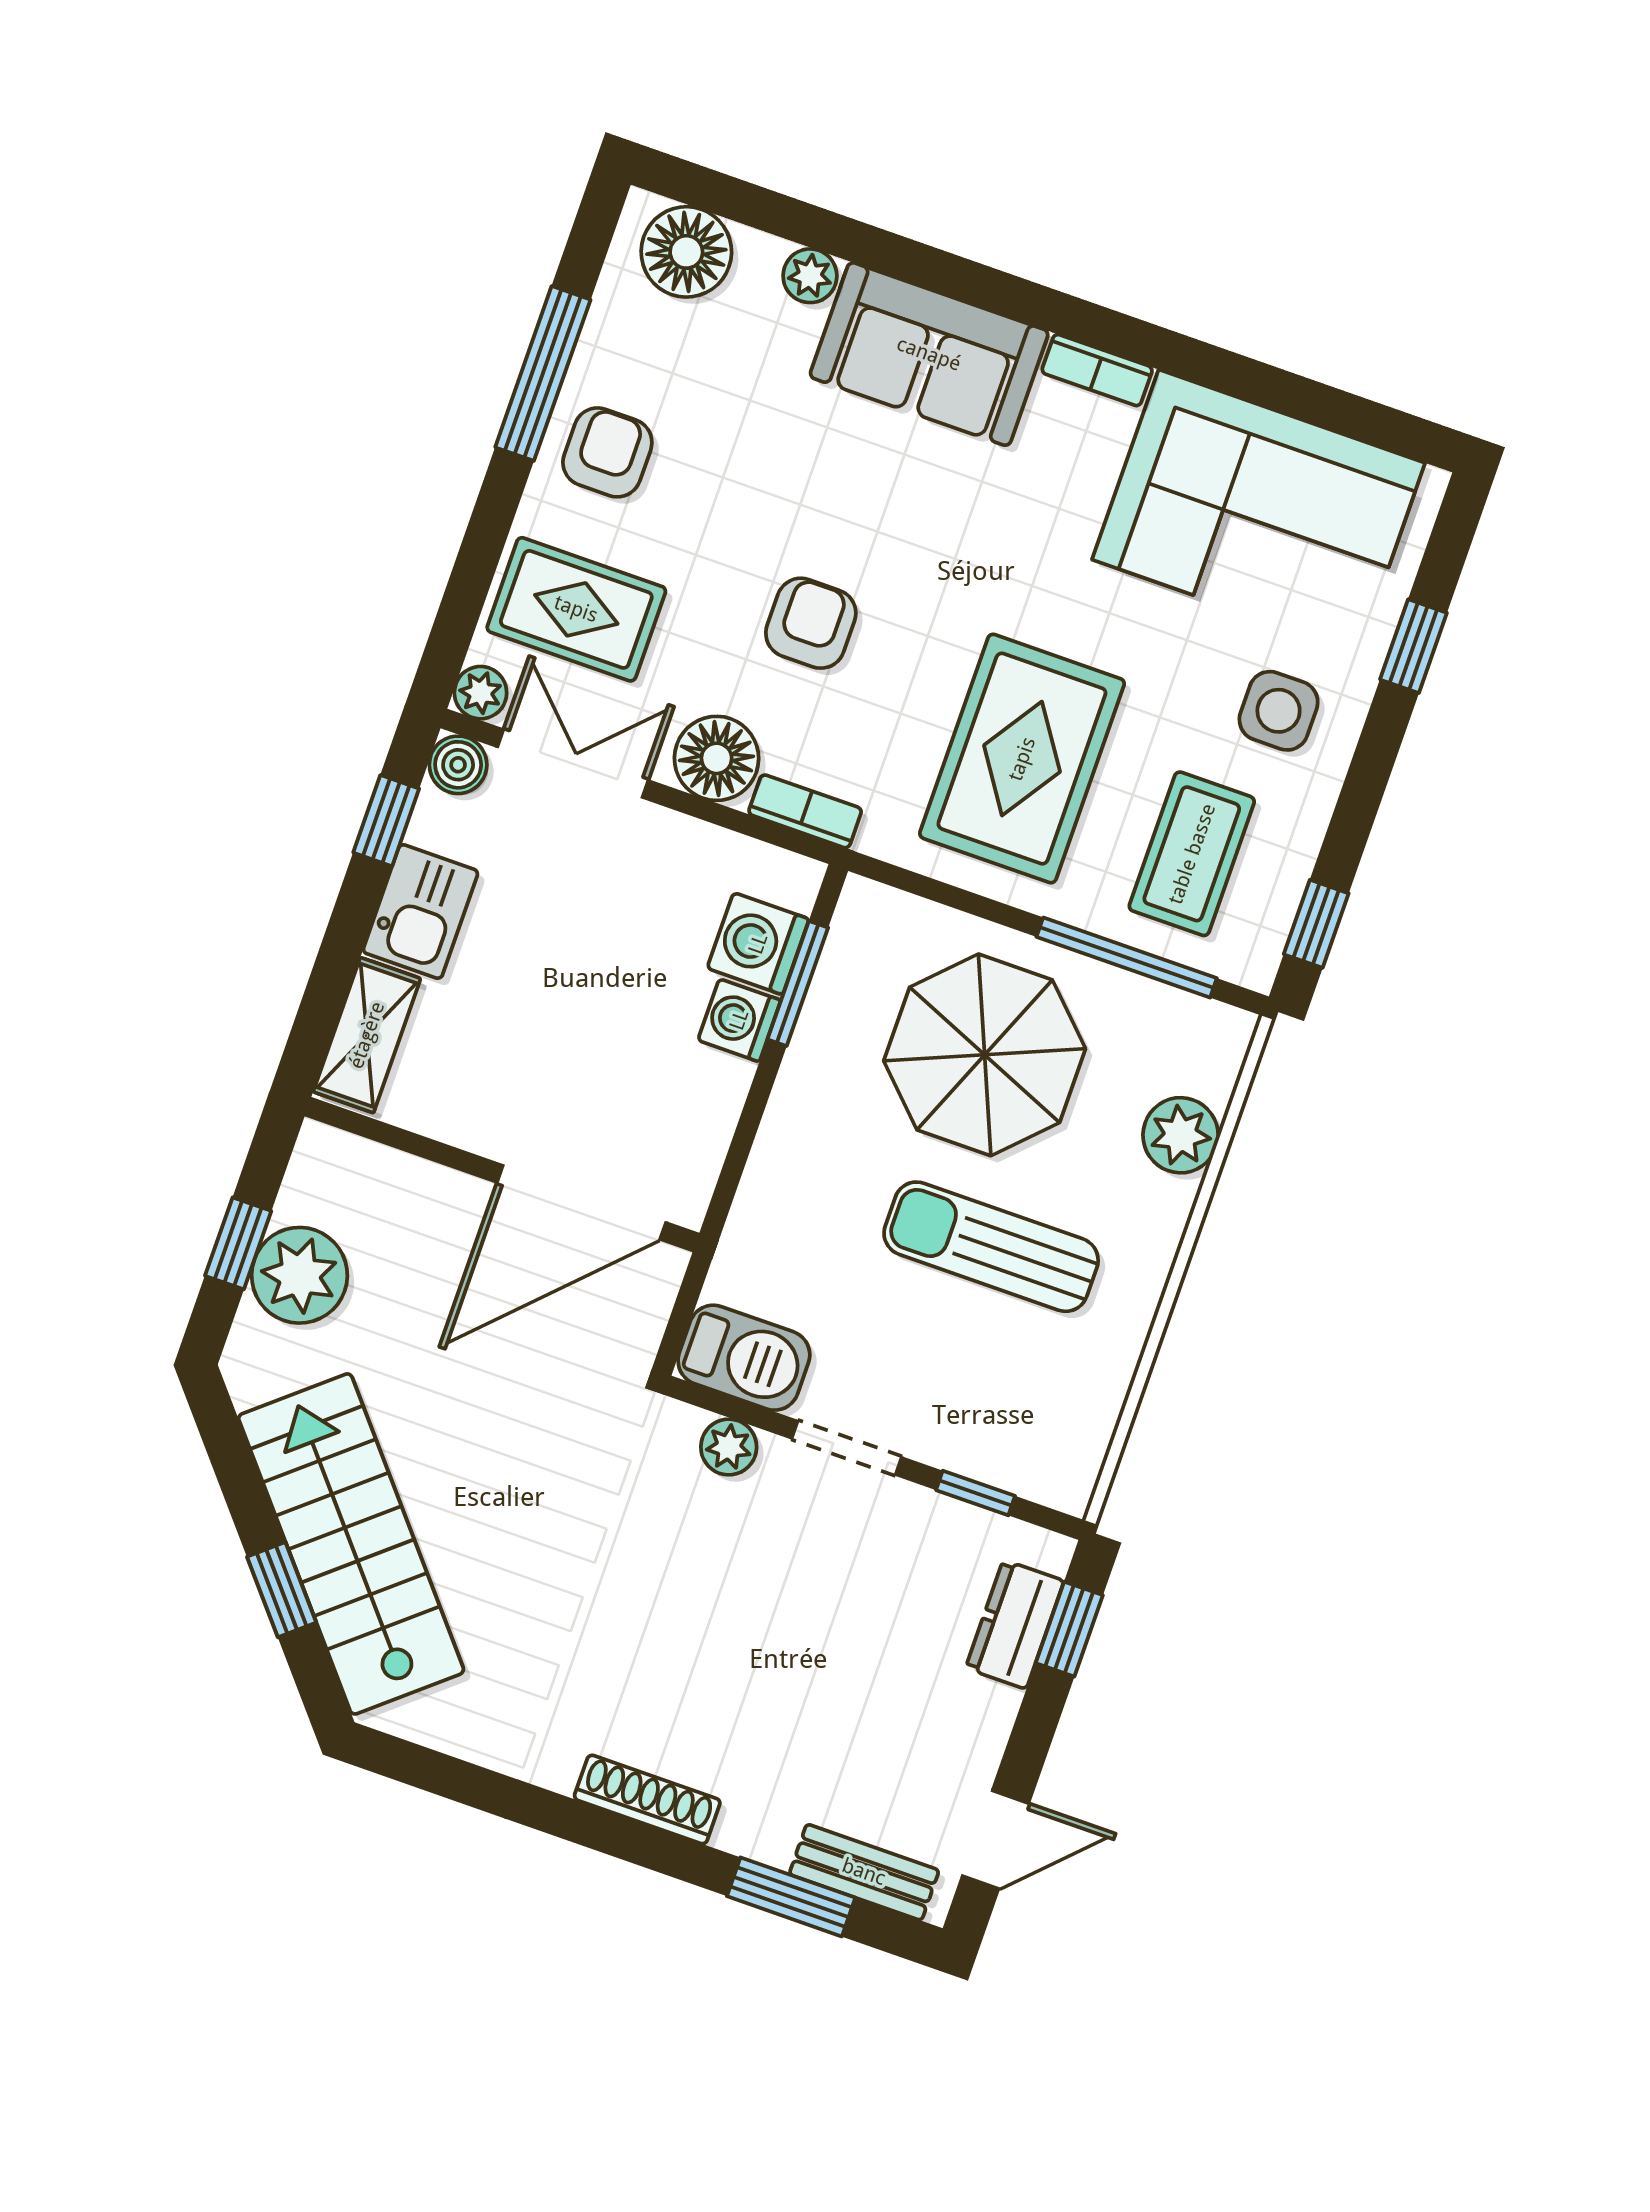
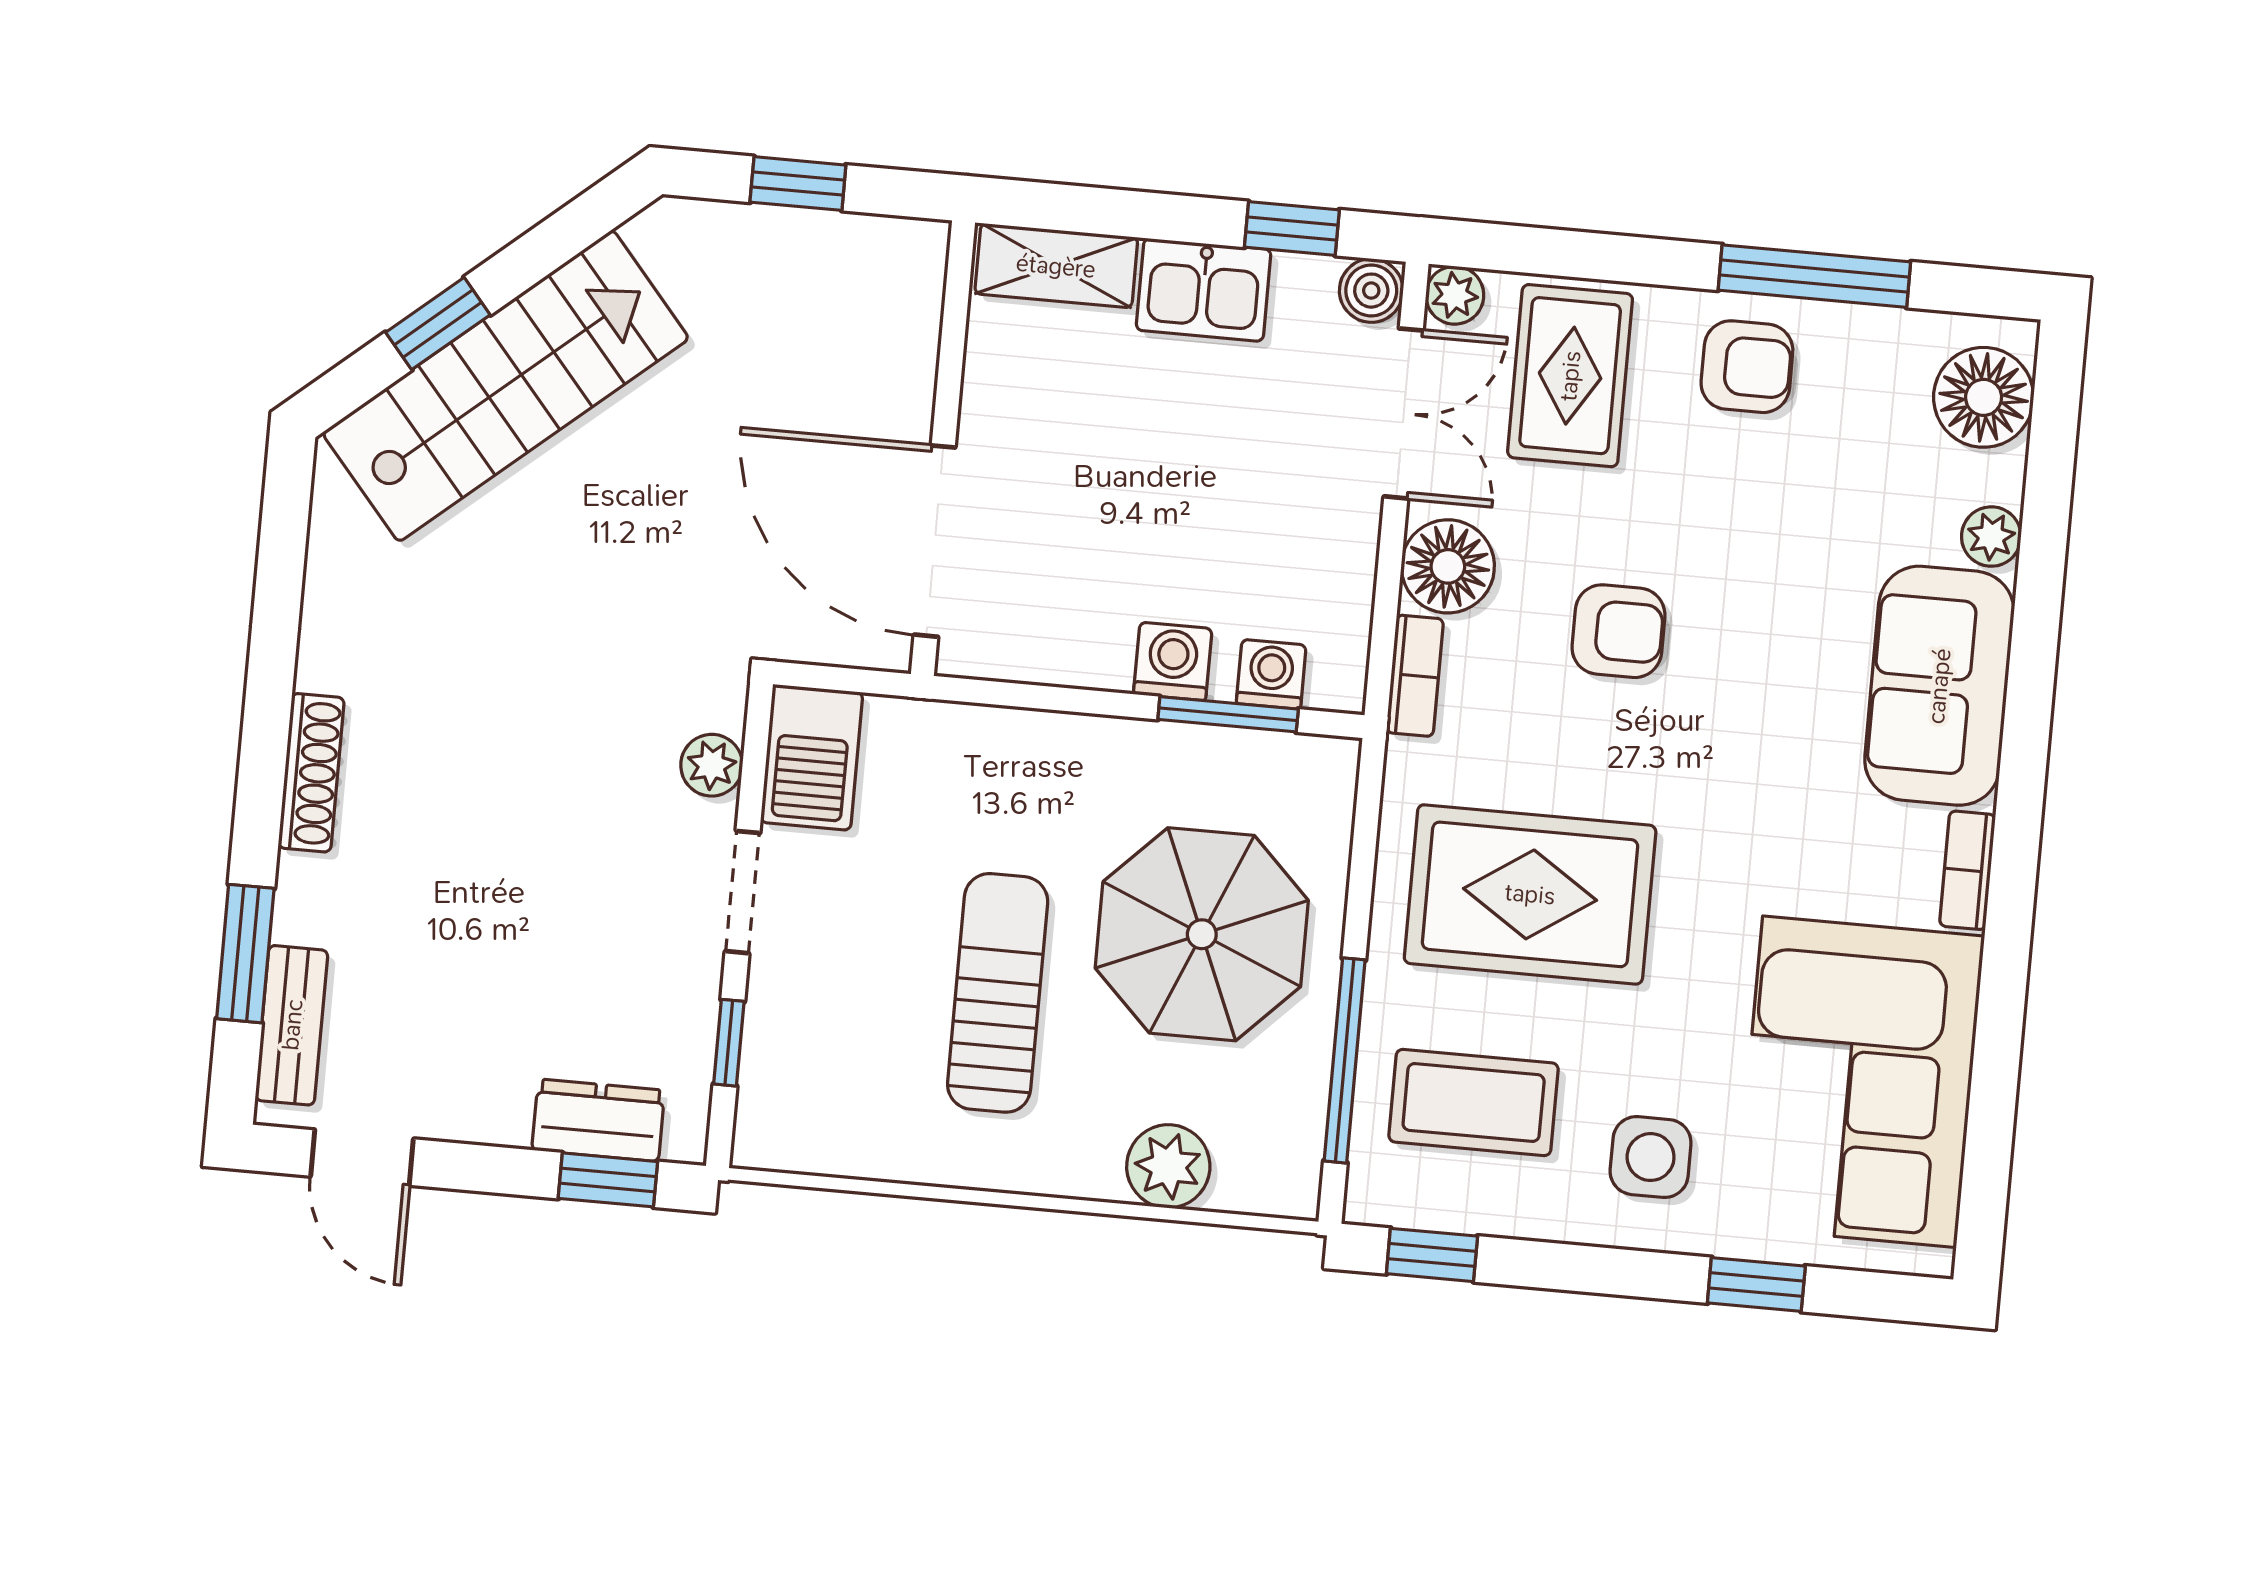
washing machine: (758, 944) -> (1271, 674), width x0.73, depth x0.73
plant: (299, 1275) -> (780, 258), removed

